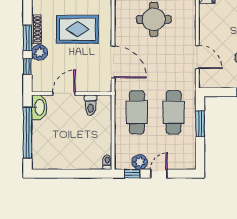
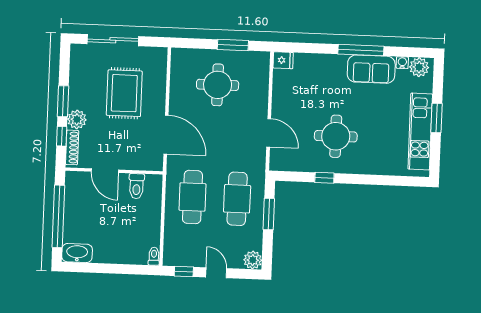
shoe rack: (36, 29) -> (72, 147), moved
rug: (77, 29) -> (124, 93), turned 90
door: (64, 93) -> (105, 171), swing flipped
washbasin: (39, 107) -> (77, 253), moved, turned -90
plant: (140, 162) -> (253, 260), moved
door: (159, 174) -> (216, 273), hinge flipped

